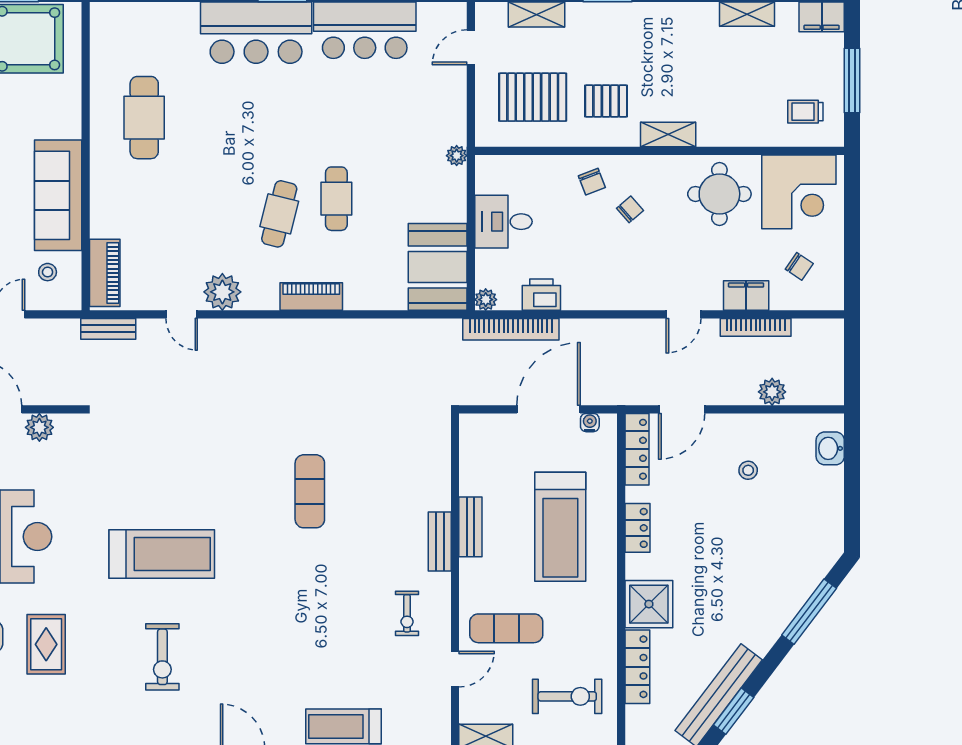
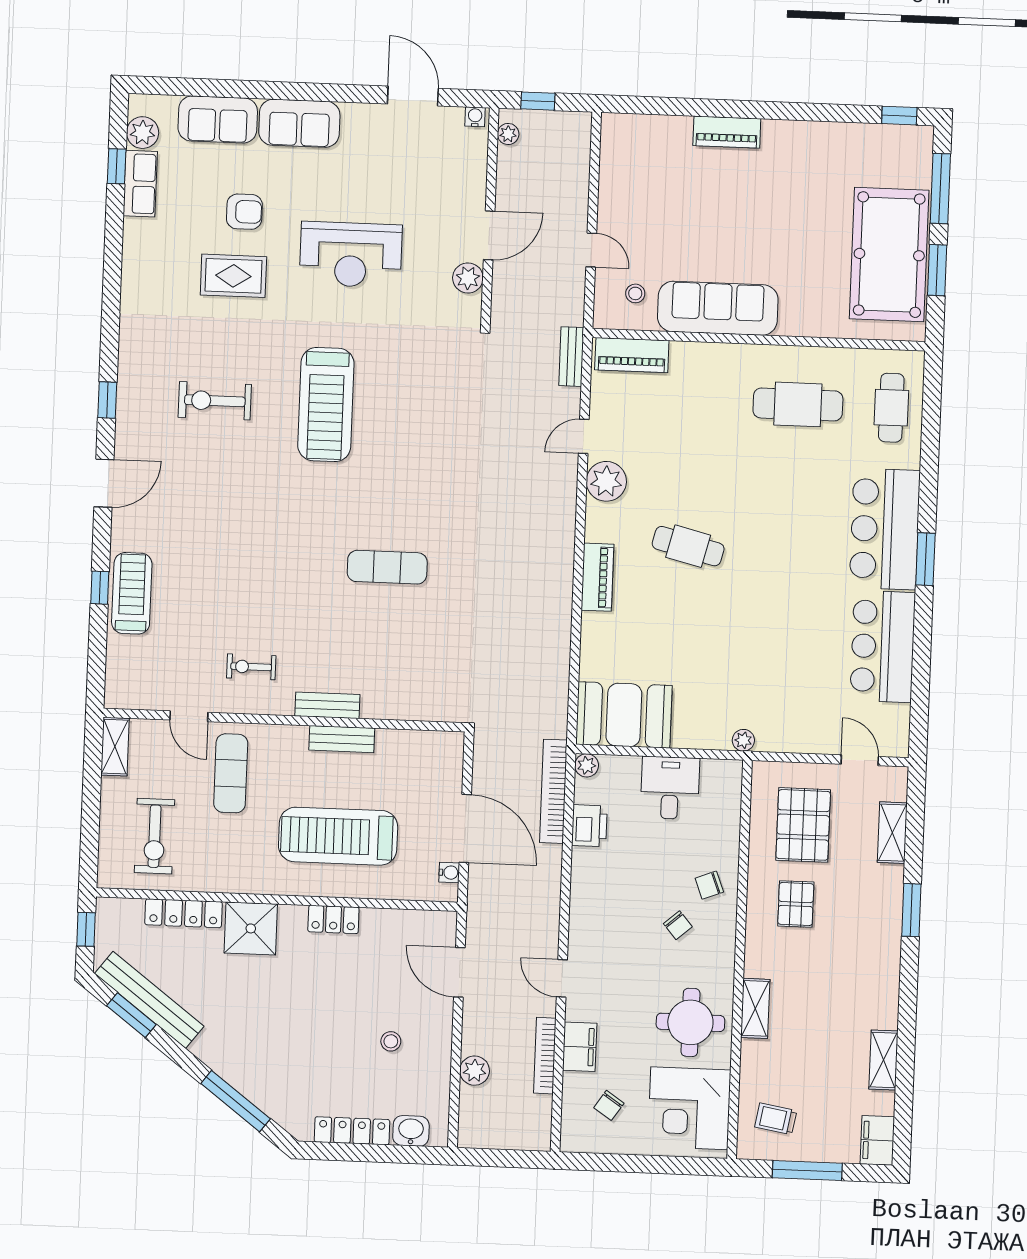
trolley: (805, 112) -> (776, 1119), turned -80
shelving: (668, 135) -> (755, 1008), moved
cafe table: (336, 199) -> (891, 408), moved, turned 90
locker: (637, 449) -> (352, 1131), moved, turned 180

